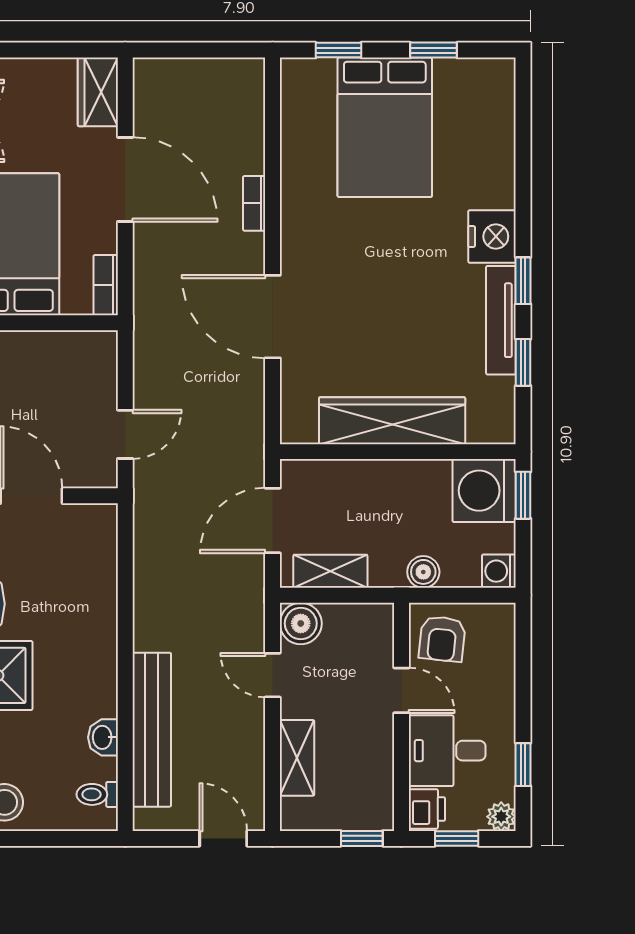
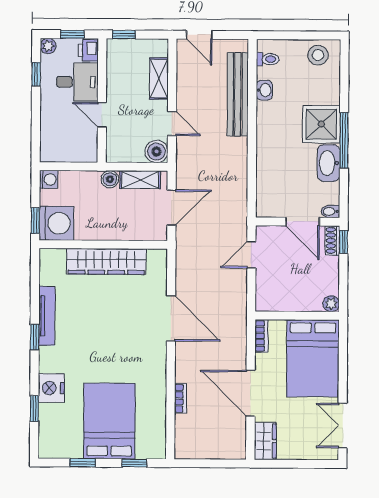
bookcase: (254, 203) -> (180, 398), moved
nightstand: (492, 236) -> (51, 388), moved
window: (523, 362) -> (34, 409), moved
boiler: (423, 572) -> (110, 179), moved
armchair: (442, 639) -> (80, 143), removed

